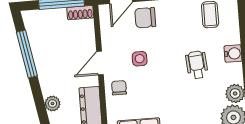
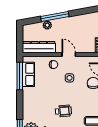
window: (27, 54) -> (55, 16), moved

